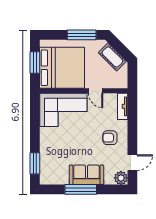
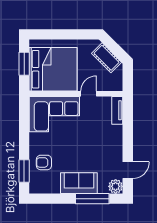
window: (82, 35) -> (74, 34), removed
door: (96, 91) -> (89, 94), swing flipped
armchair: (110, 138) -> (44, 162), moved
window: (81, 189) -> (92, 199), moved

